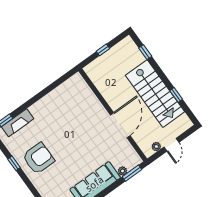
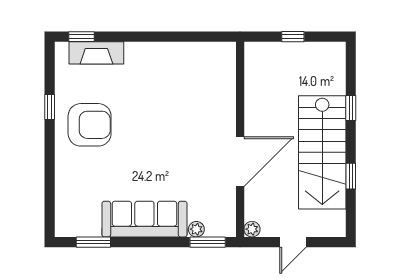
window: (145, 52) -> (351, 108), moved
plant: (156, 147) -> (252, 229), moved

